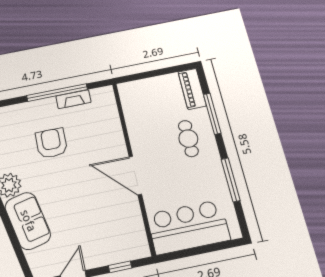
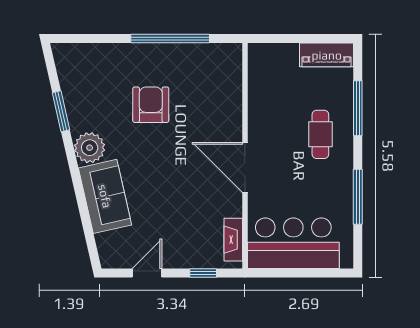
piano: (192, 89) -> (327, 55), moved, turned -90
fireplace: (74, 99) -> (233, 240), moved, turned 90

